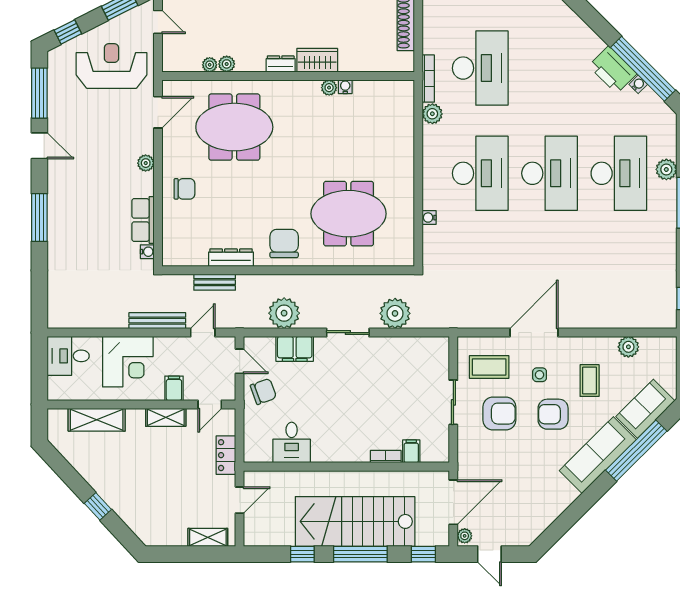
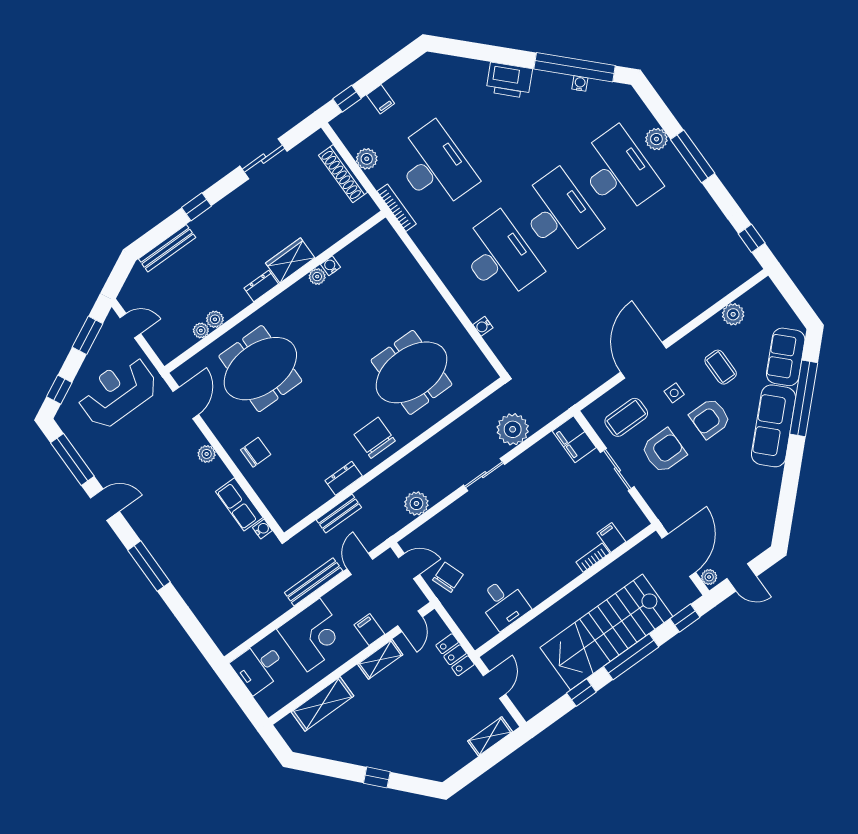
printer: (613, 70) -> (509, 80), moved
plant: (432, 114) -> (367, 159), moved
dresser: (231, 258) -> (344, 478), width x0.70
plant: (284, 313) -> (416, 503), width x0.73, depth x0.73
filing cabinet: (295, 349) -> (574, 439), moved, turned 90

